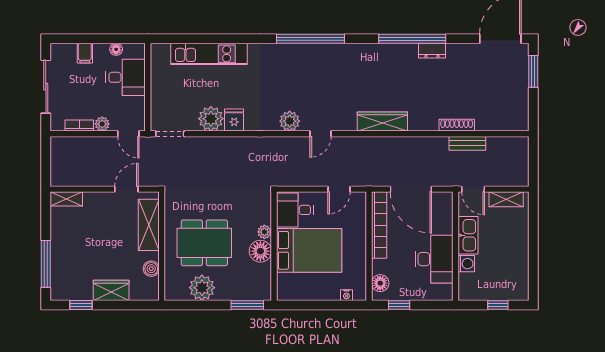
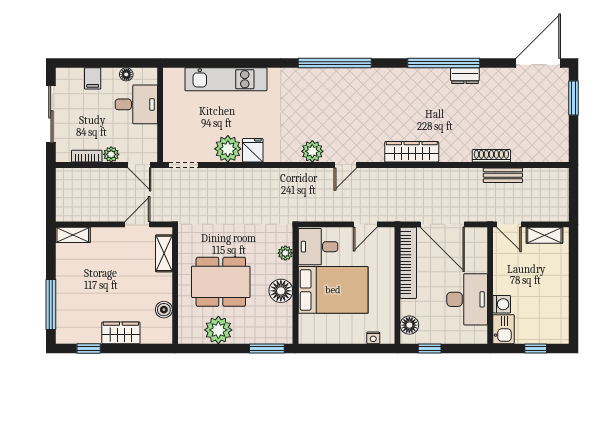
shelving: (149, 225) -> (164, 253), width x0.67, depth x0.75
plant: (264, 232) -> (285, 253), moved
kitchen sink: (468, 235) -> (503, 329), moved, width x0.73

